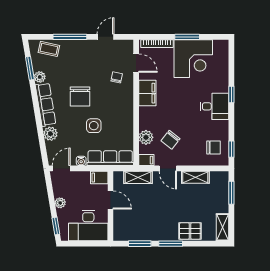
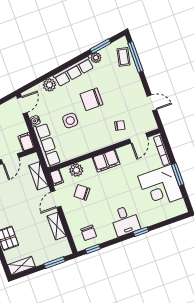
window: (70, 37) -> (136, 57), moved
filing cabinet: (147, 93) -> (106, 161), moved
door: (61, 168) -> (22, 105), hinge flipped

